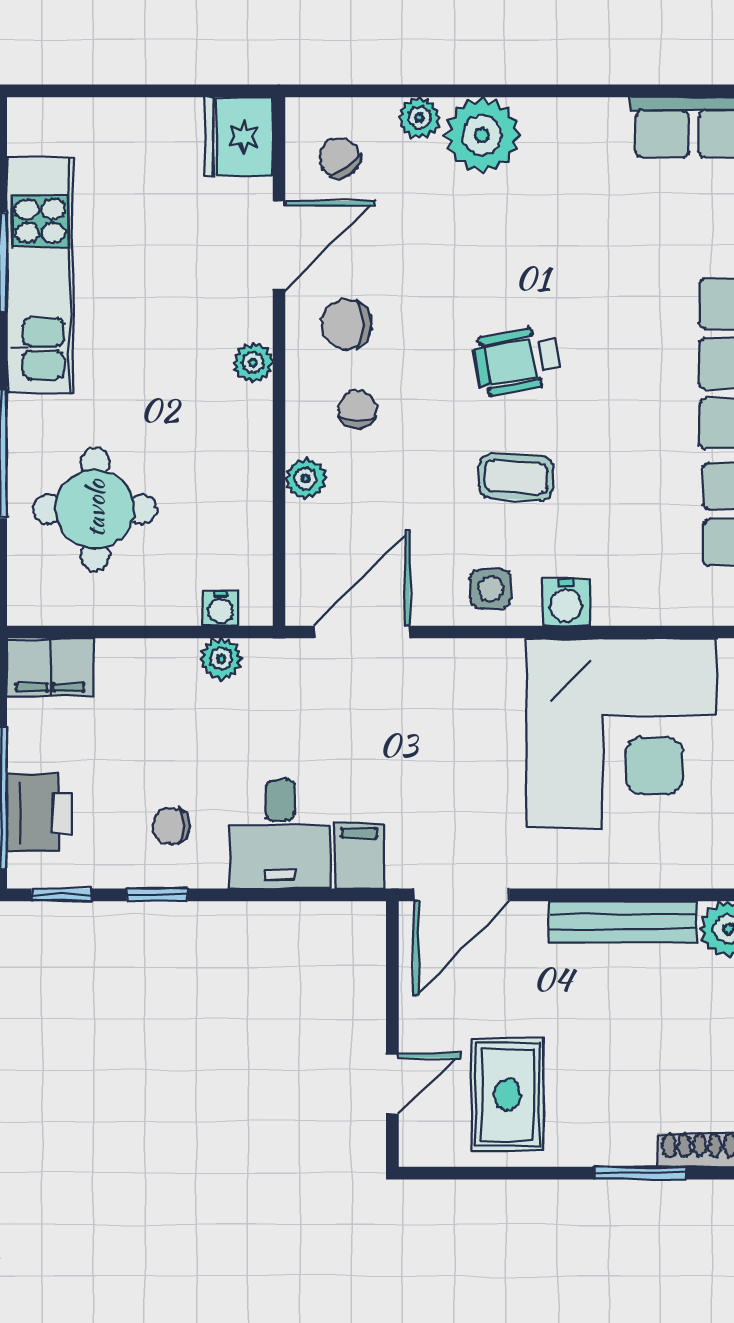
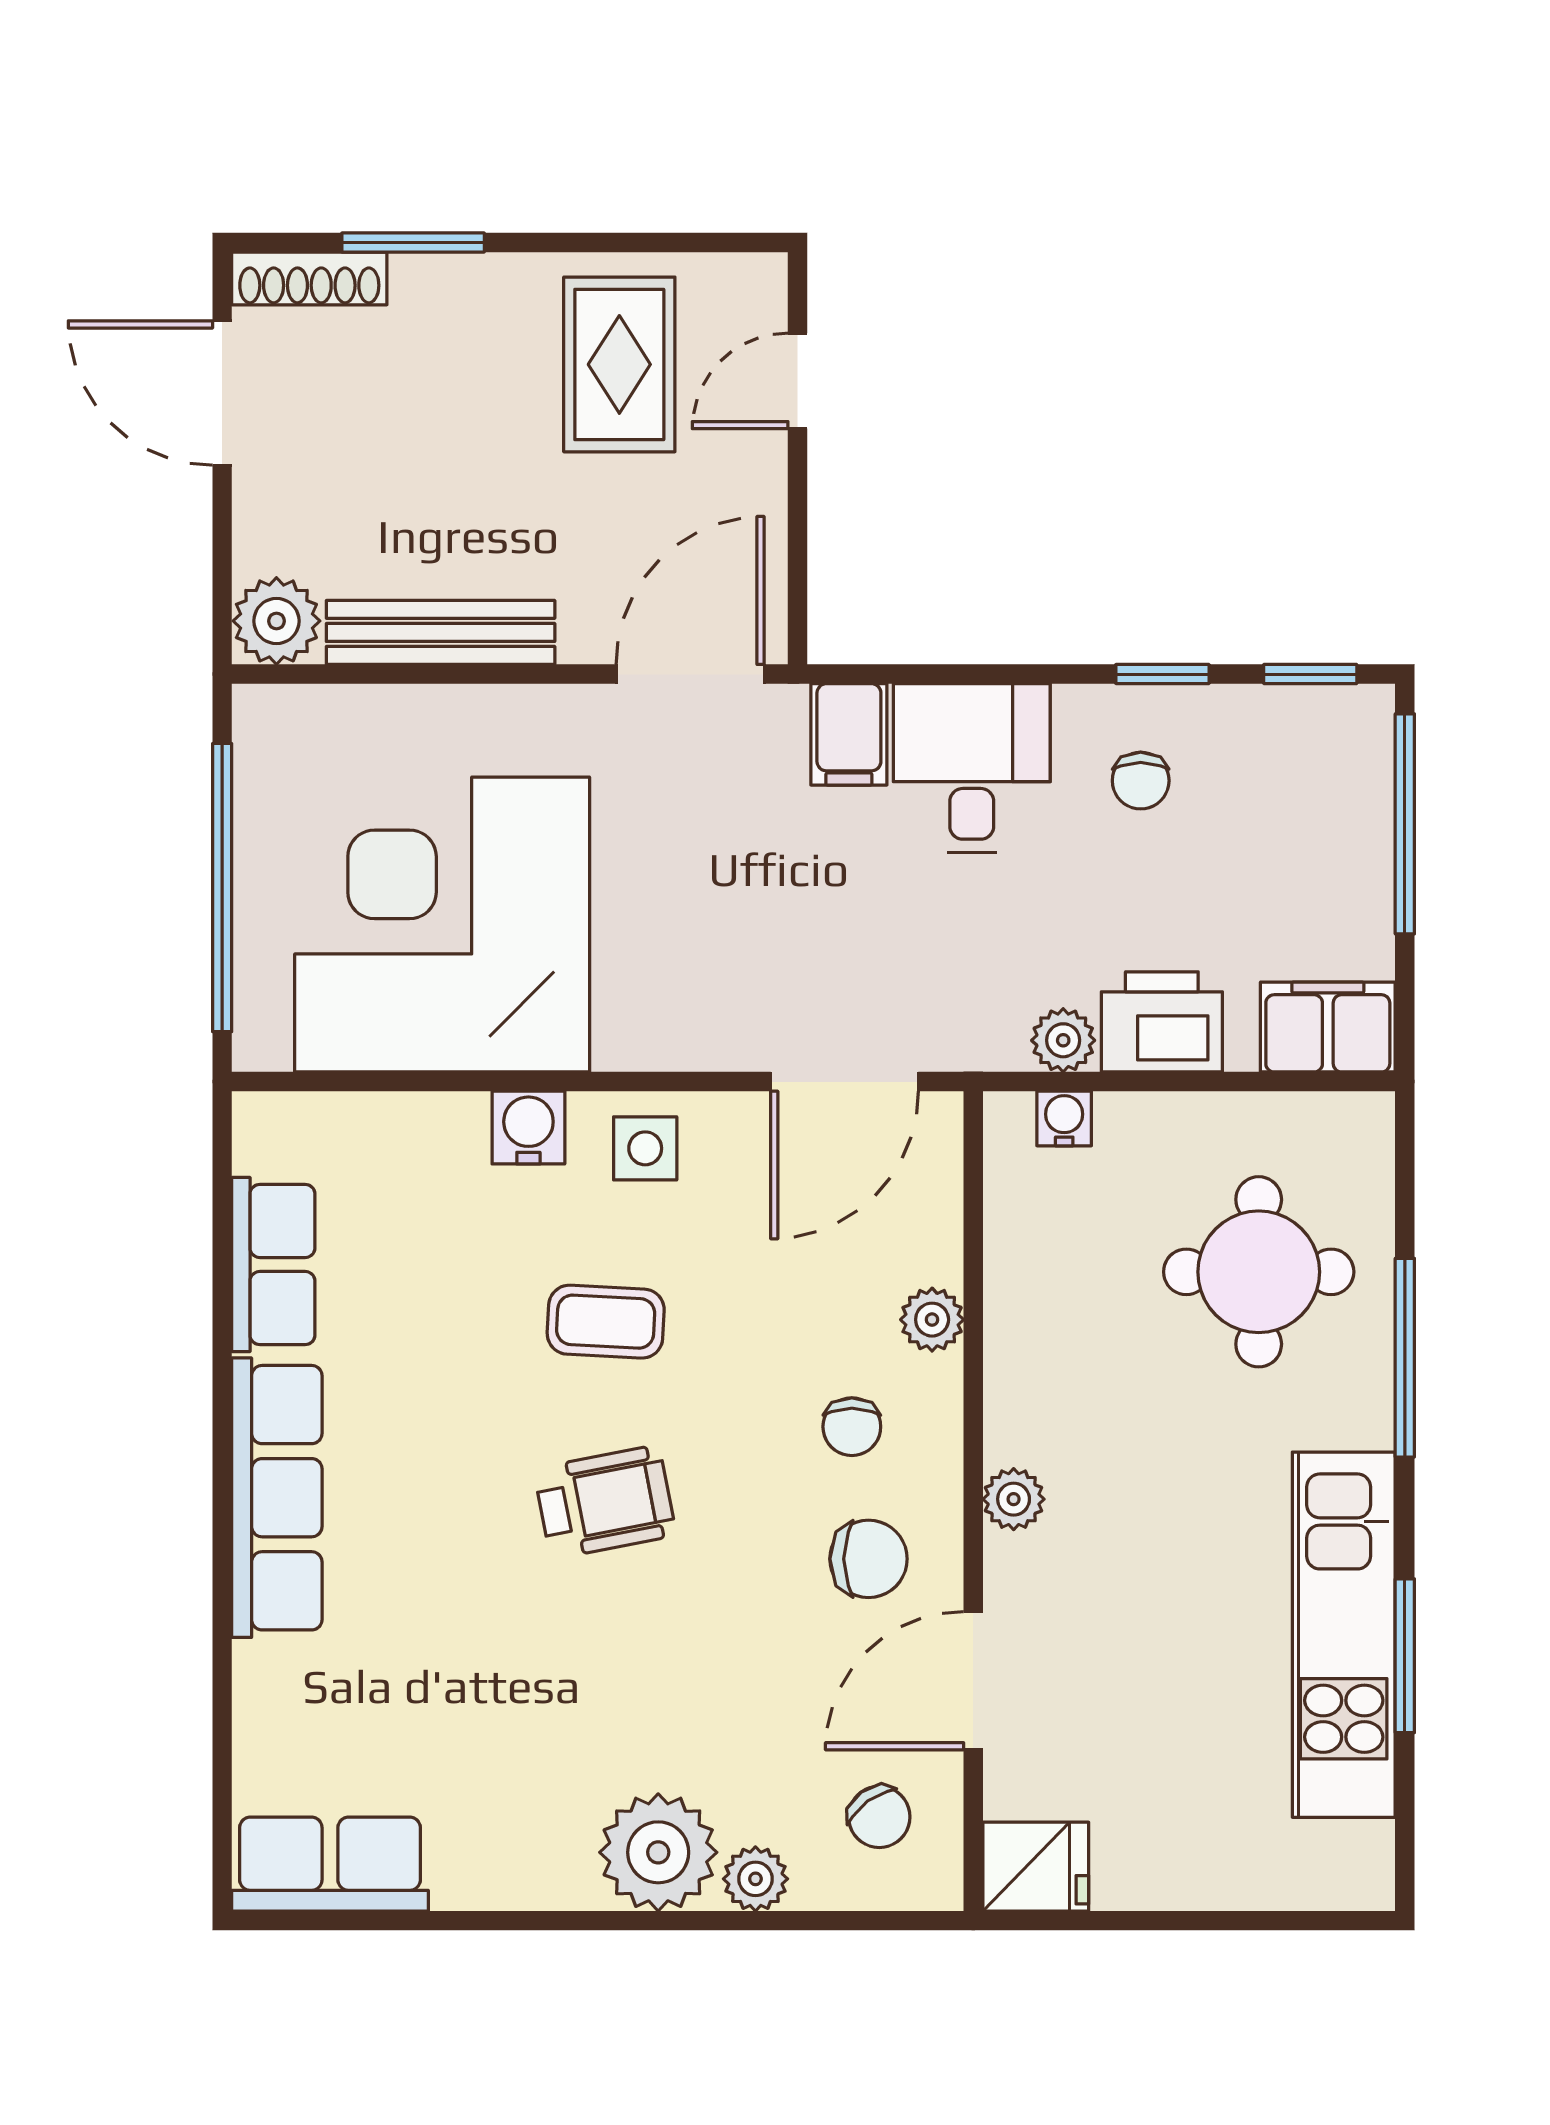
fridge: (239, 137) -> (1036, 1867), width x0.72
printer: (39, 813) -> (1162, 1022), moved, turned 90
chair: (171, 826) -> (1141, 781), turned 90

